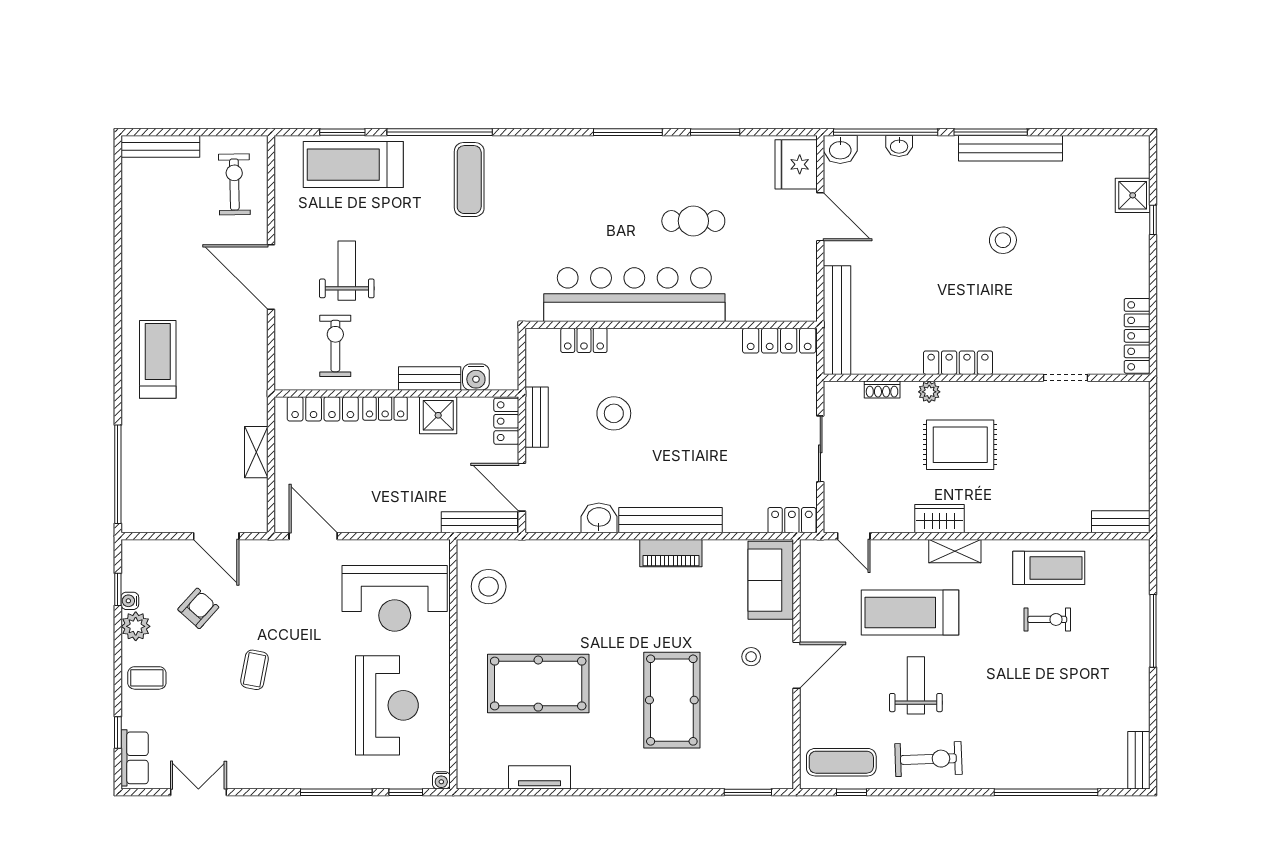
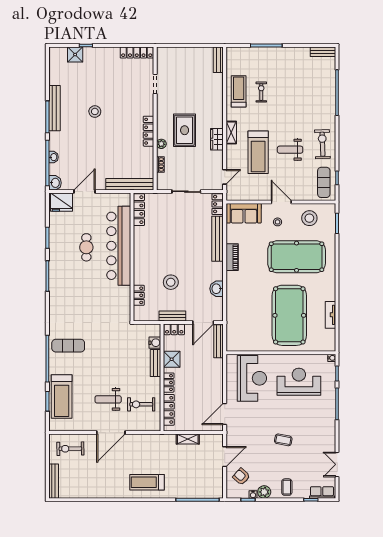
bar counter: (634, 295) -> (119, 246), moved
bench: (670, 520) -> (218, 239), moved
stool: (489, 587) -> (309, 218), moved
armchair: (198, 608) -> (241, 477), moved
pool table: (538, 684) -> (289, 315), width x1.36, depth x1.32
pool table: (672, 700) -> (297, 257), width x1.36, depth x1.32

